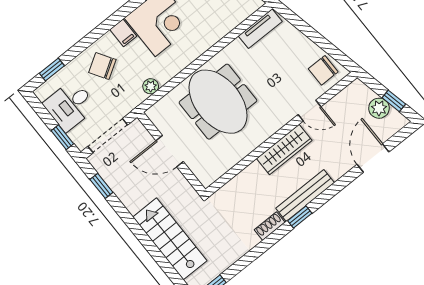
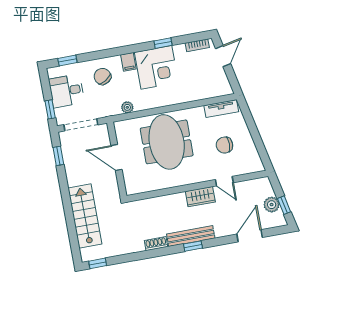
chair: (323, 70) -> (224, 145), moved
wardrobe: (284, 149) -> (200, 197), width x0.67
window: (300, 217) -> (193, 246), moved

